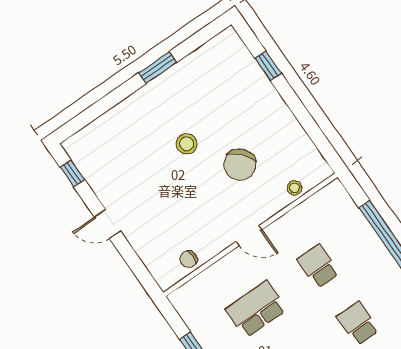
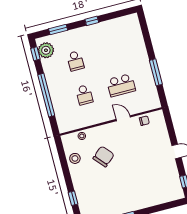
stool: (187, 144) -> (75, 158), moved
door: (249, 236) -> (123, 118), moved

